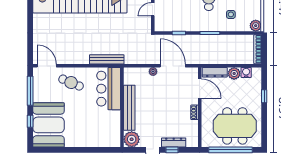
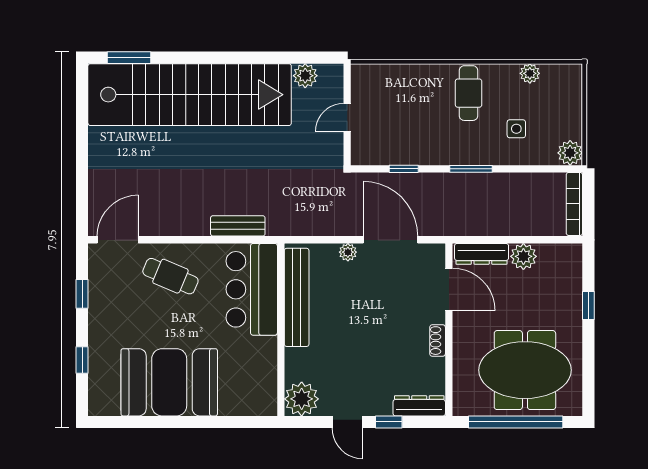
bench: (107, 59) -> (238, 226), width x0.73
door: (47, 66) -> (118, 240), hinge flipped
water cooler: (246, 72) -> (549, 254), removed
window: (30, 91) -> (82, 294), width x0.46
bench: (129, 108) -> (297, 297), moved
booth: (49, 125) -> (169, 382), moved, turned 90
dresser: (174, 142) -> (419, 406), moved

